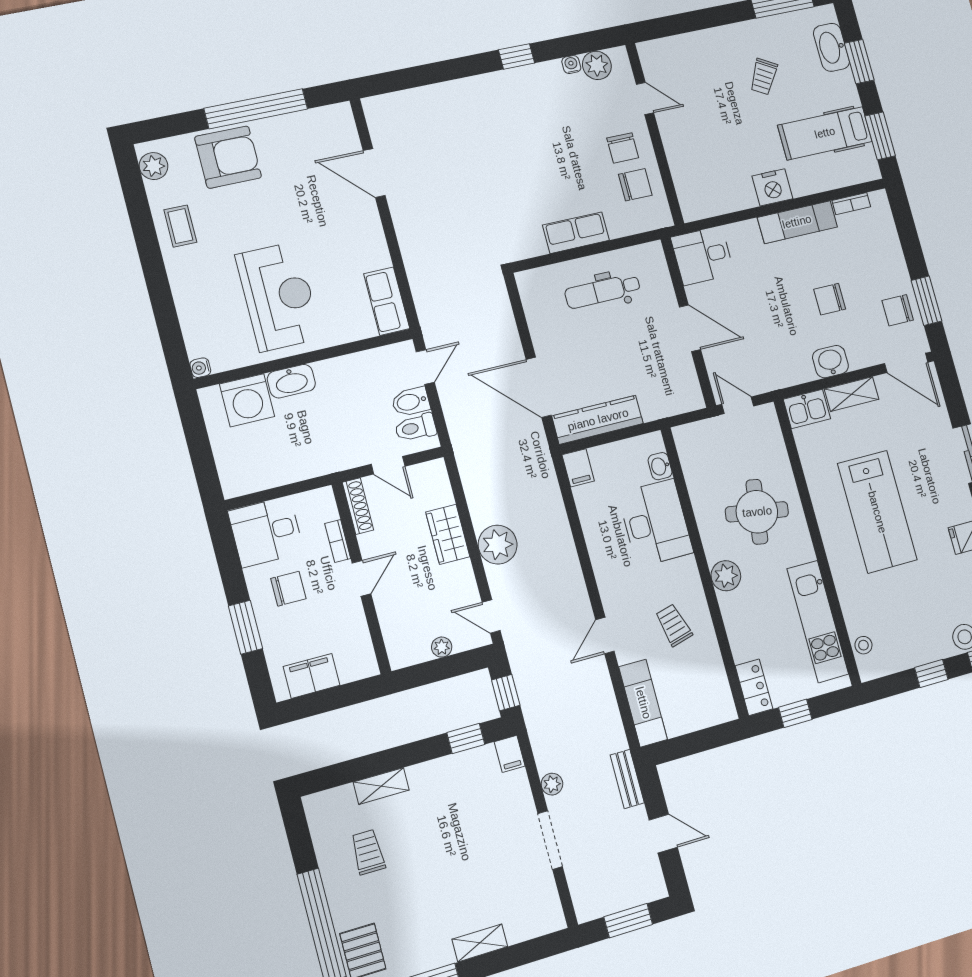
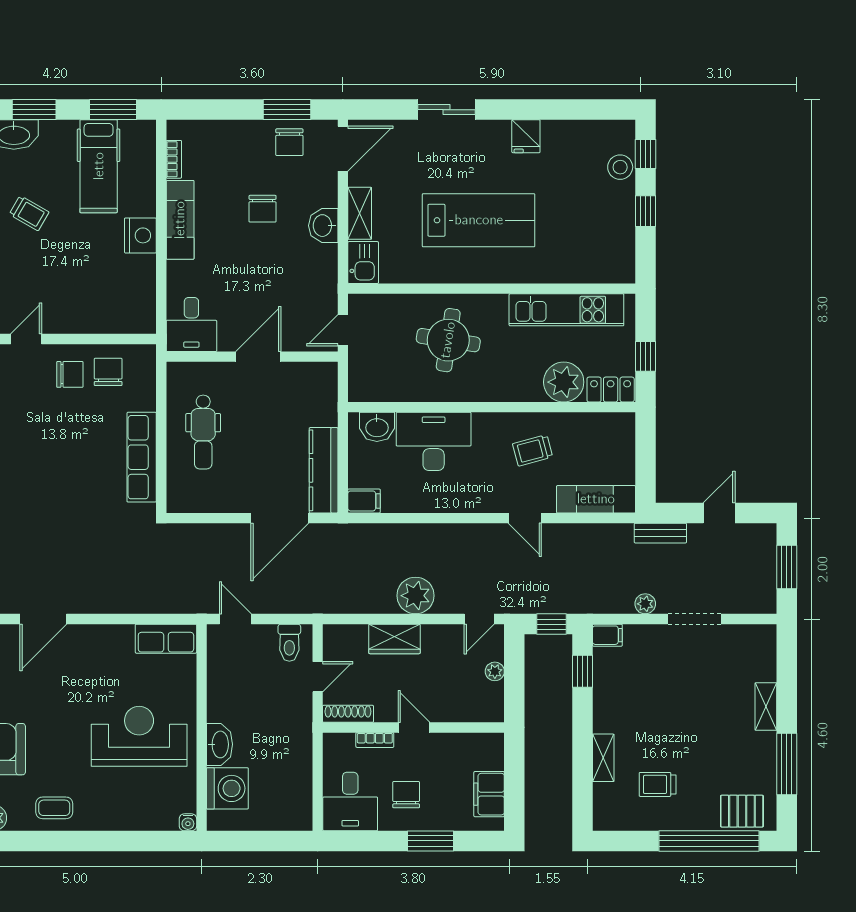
row of seats: (576, 233) -> (142, 457), width x1.48
bidet: (411, 402) -> (264, 641), removed
washbasin: (660, 466) -> (377, 427), width x1.38, depth x1.45
plant: (726, 576) -> (564, 382), moved, width x1.36, depth x1.36
stool: (863, 645) -> (601, 271), removed

